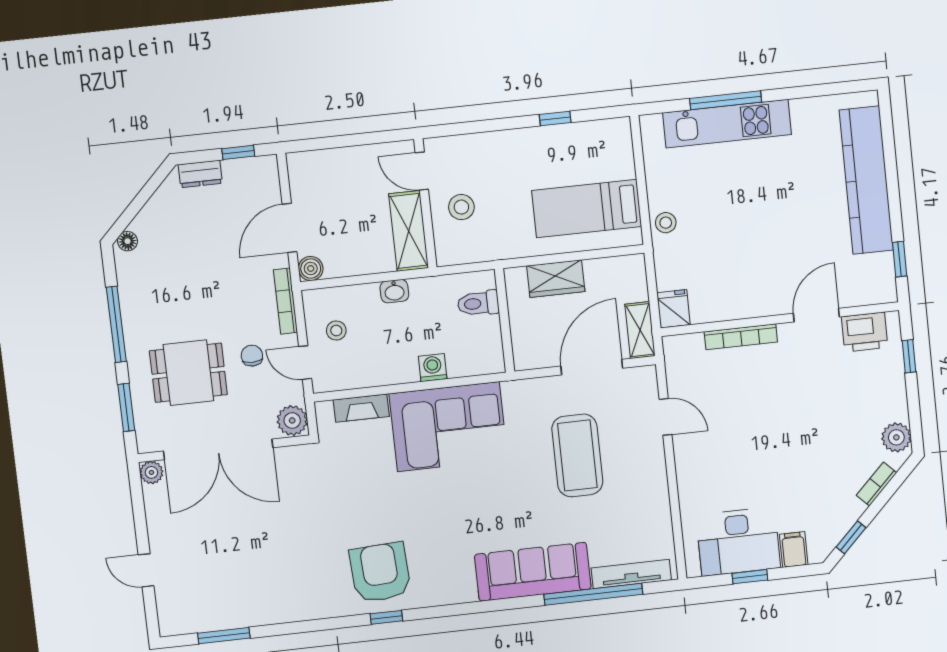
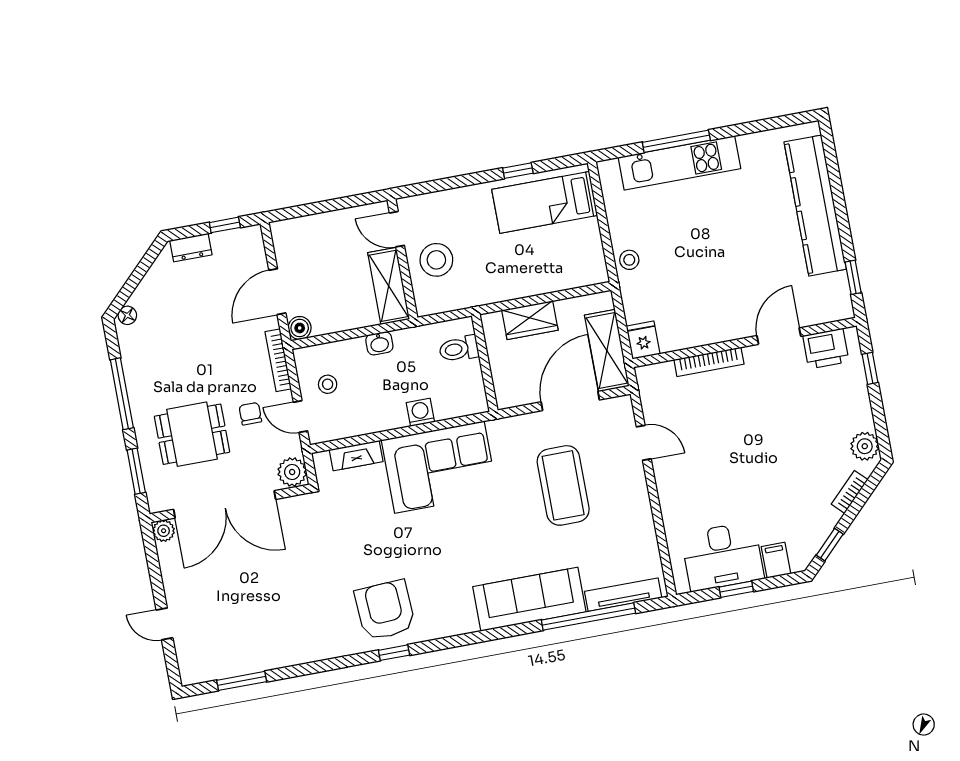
stool: (461, 207) -> (436, 260), width x1.38, depth x1.38
bed: (587, 209) -> (545, 202), moved
shelving: (640, 330) -> (607, 351), width x1.50, depth x1.33

